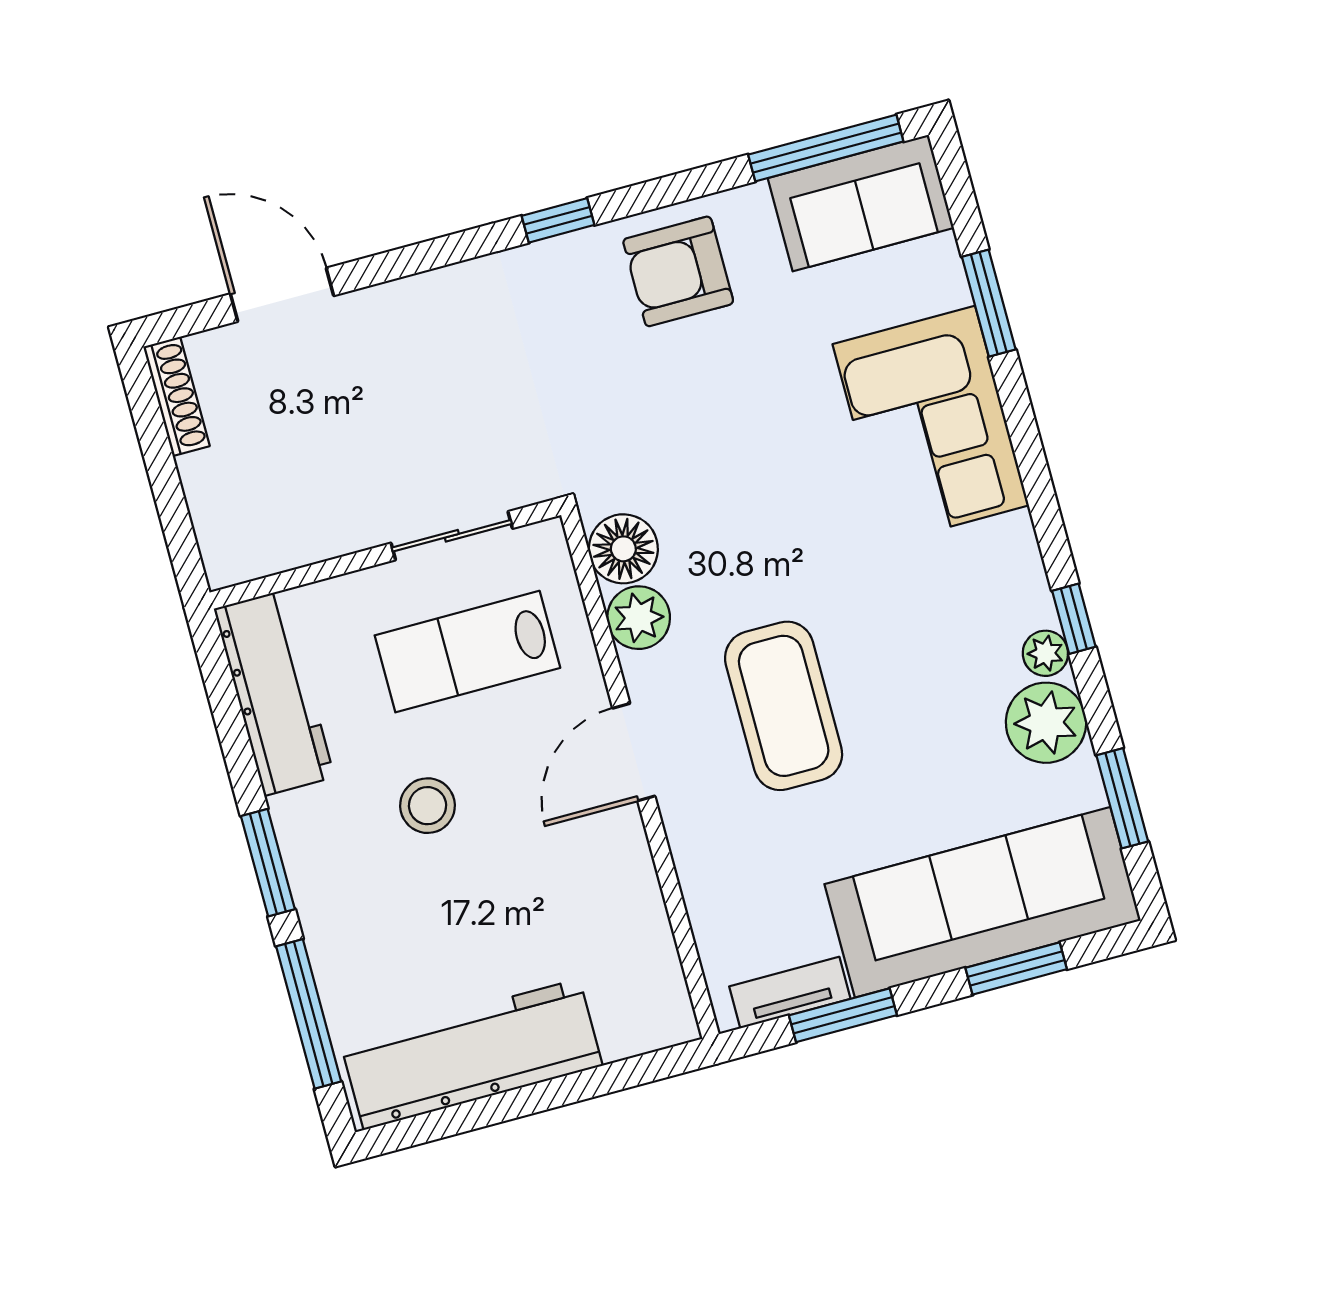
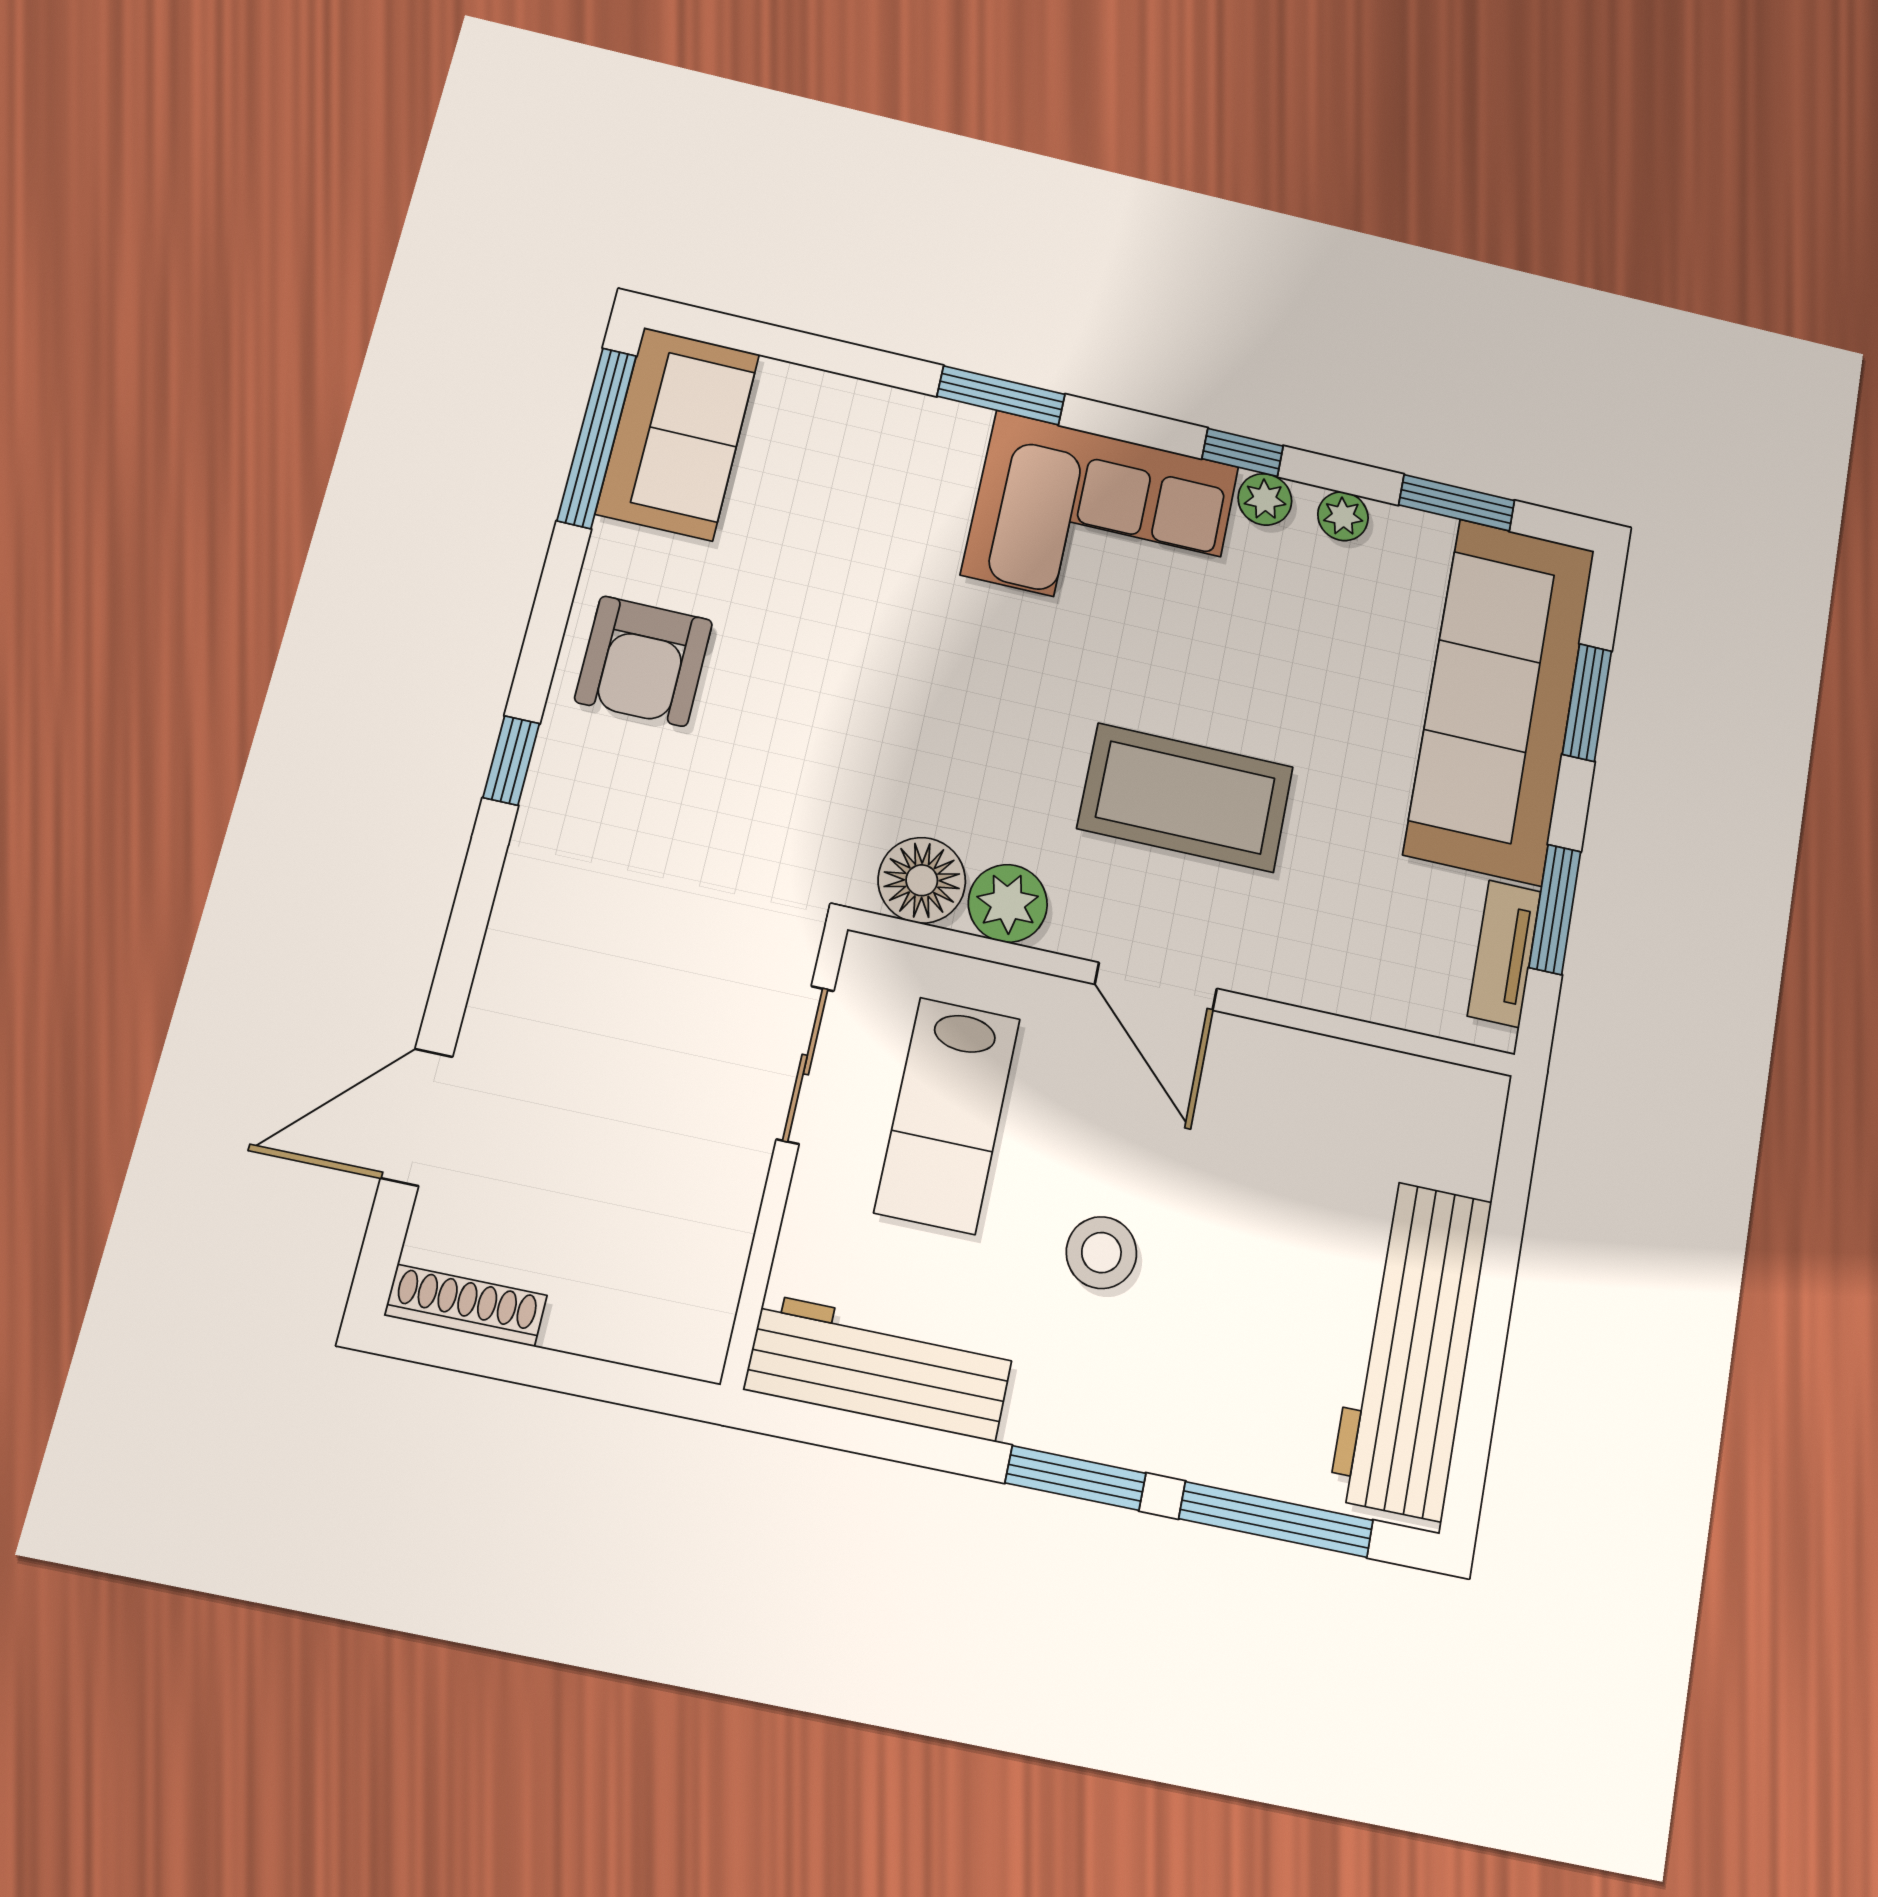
window: (989, 303) -> (1001, 395), moved
corner sofa: (931, 425) -> (1101, 520), moved
plant: (1046, 723) -> (1343, 516), width x0.53, depth x0.53

